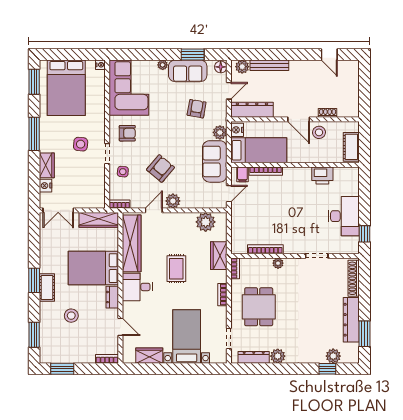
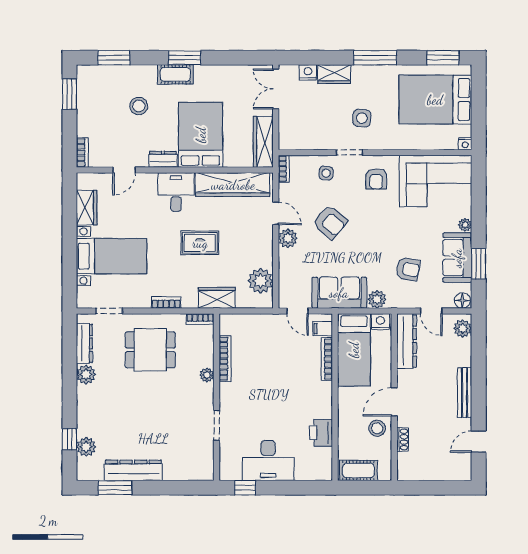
bench: (269, 65) -> (465, 393), moved
shoe rack: (354, 278) -> (187, 473), removed

